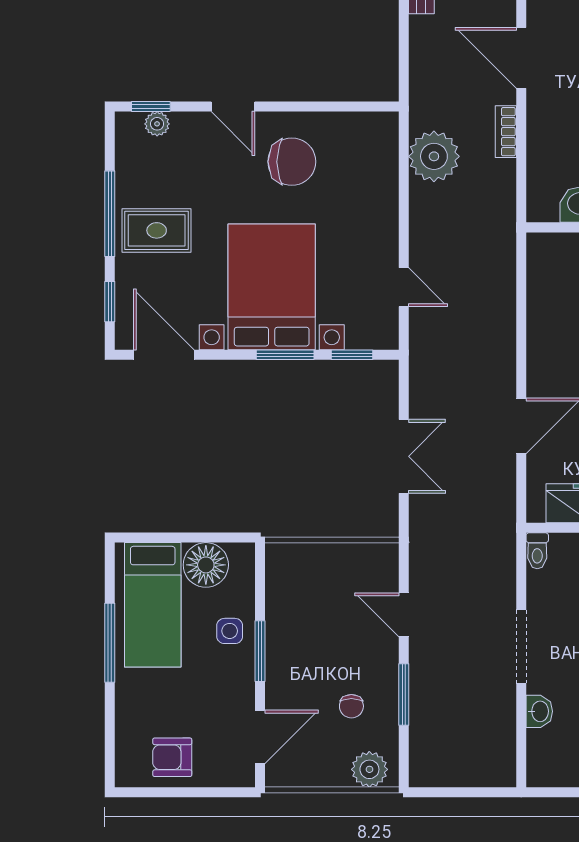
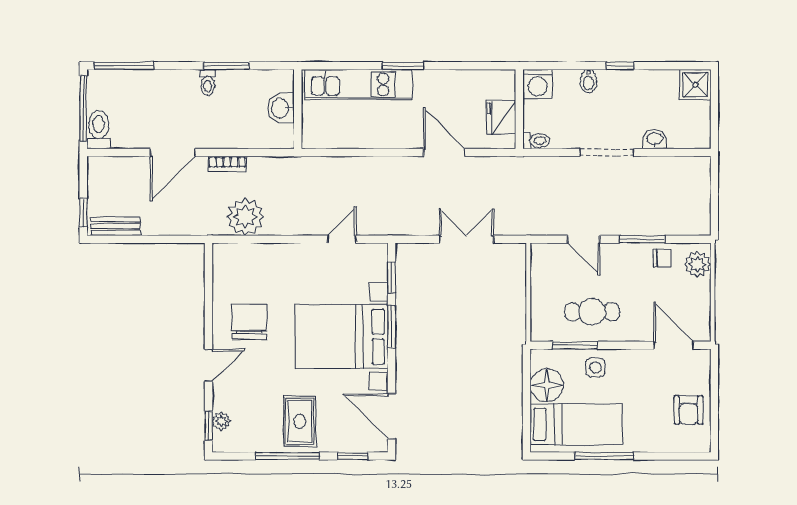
door: (164, 355) -> (392, 416), hinge flipped
door: (404, 615) -> (583, 239), hinge flipped
cafe table: (305, 627) -> (592, 312), added
window: (260, 651) -> (575, 345), moved
chair: (351, 706) -> (662, 258), moved

